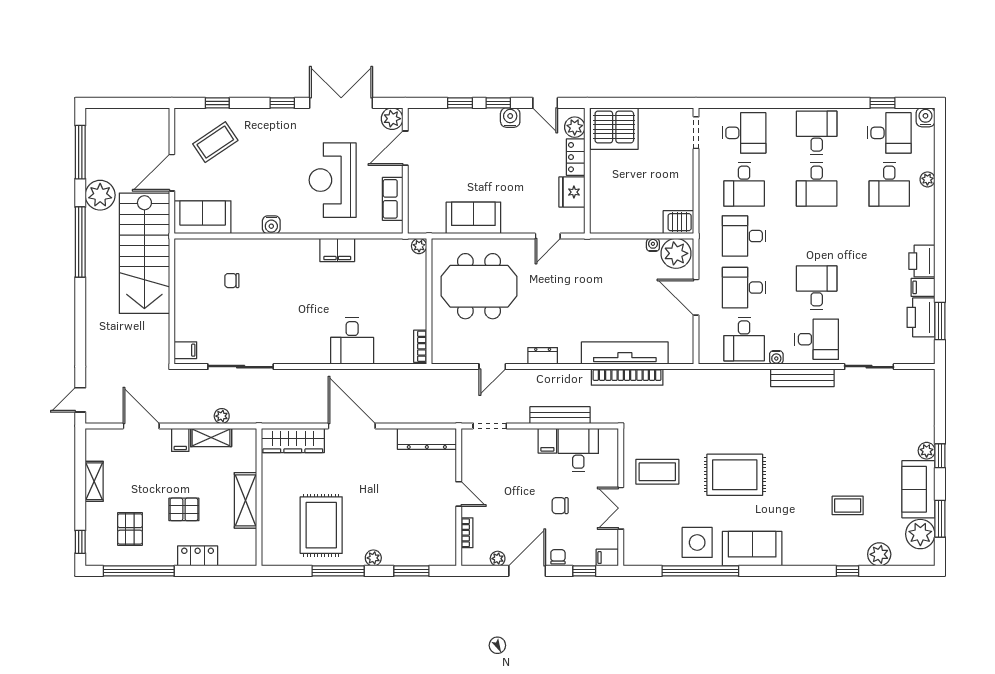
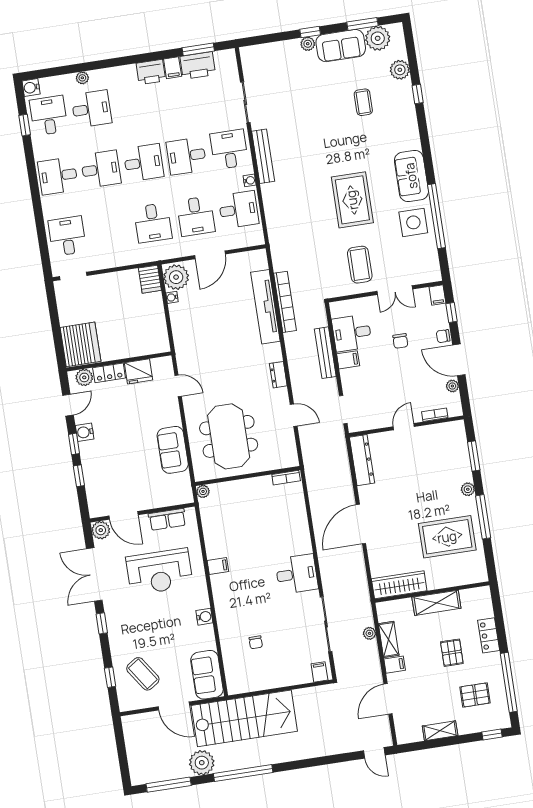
desk: (744, 184) -> (144, 163), moved
filing cabinet: (337, 250) -> (218, 566), width x0.50
desk: (352, 341) -> (297, 574), moved
wardrobe: (293, 440) -> (399, 585), moved, turned -90

